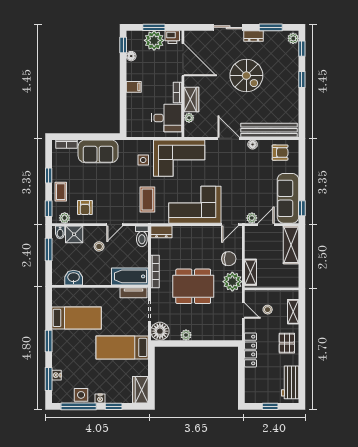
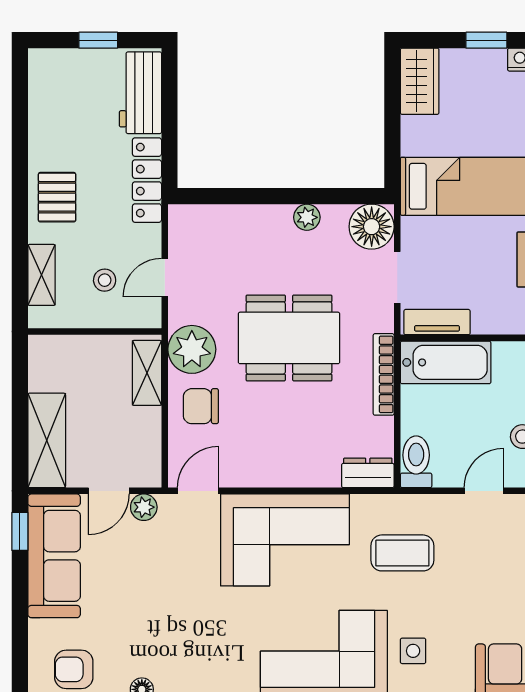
coffee table: (147, 199) -> (402, 553), turned 90
door: (243, 311) -> (165, 278), hinge flipped
workbench: (290, 382) -> (140, 93), moved, turned 180

